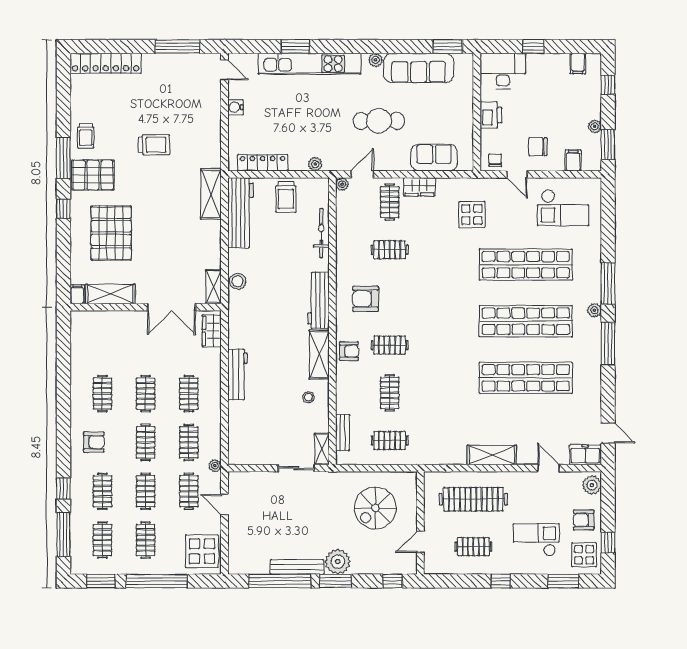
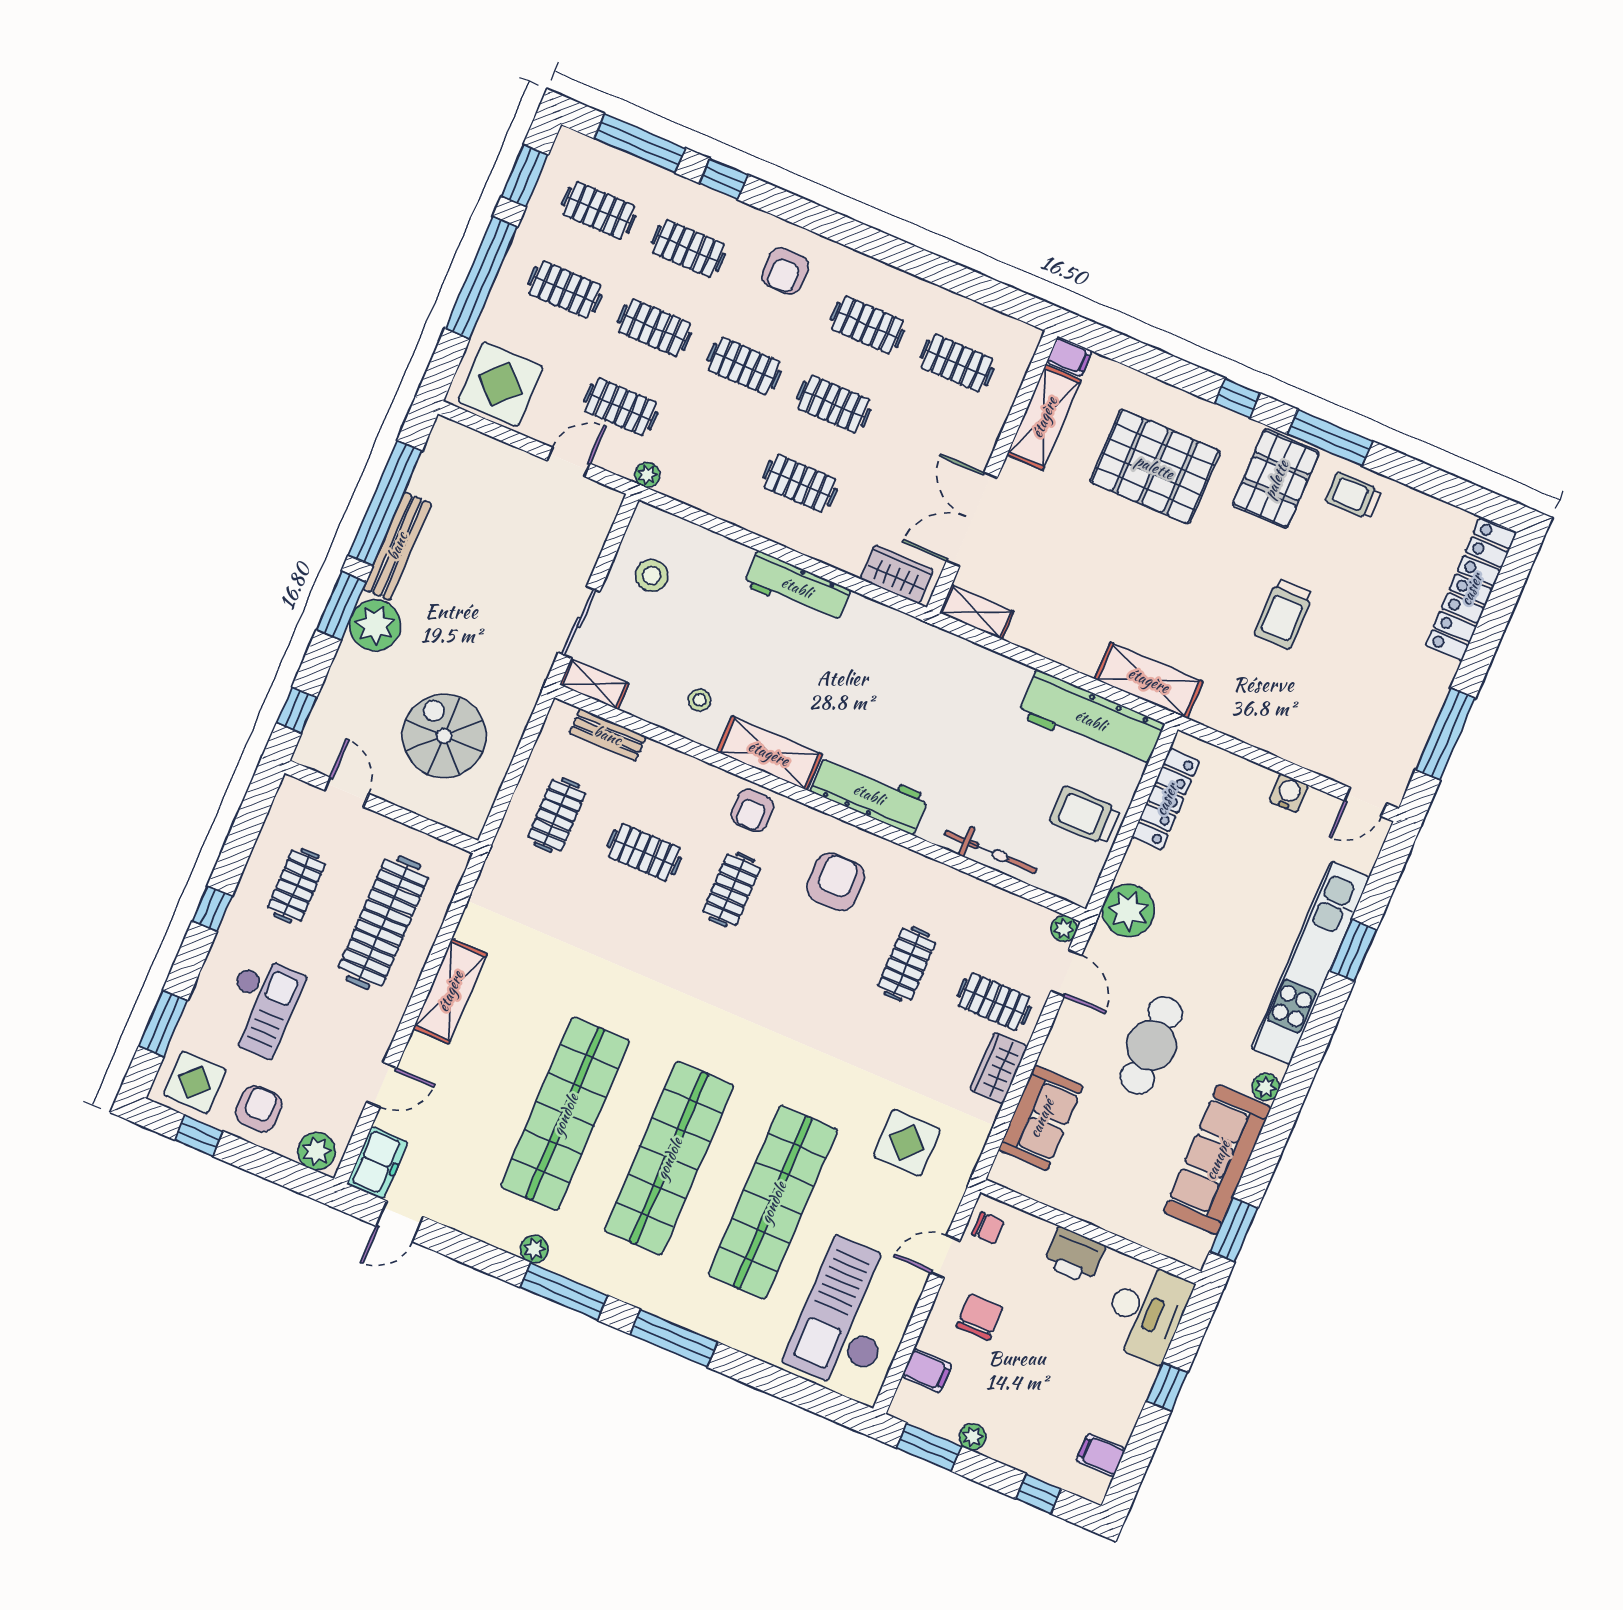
plant: (315, 164) -> (1128, 911), width x1.88, depth x1.88
checkout: (563, 208) -> (848, 1315), width x1.36, depth x1.21
stool: (238, 281) -> (652, 576), moved
plant: (594, 310) -> (534, 1249), moved
clothes rail: (189, 442) -> (957, 363), moved

